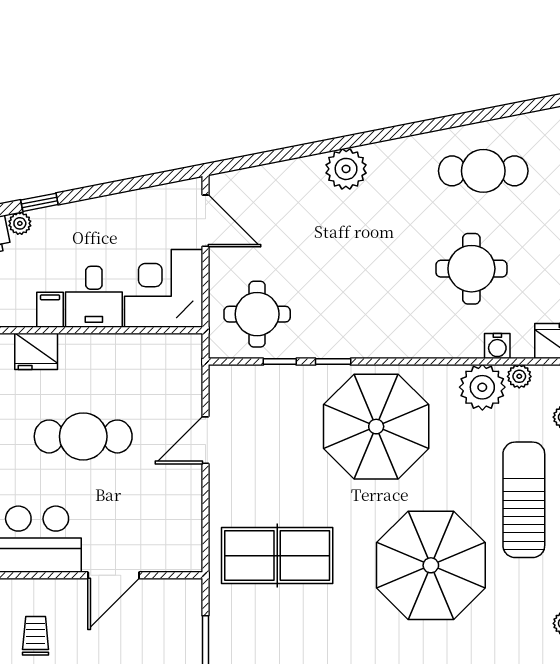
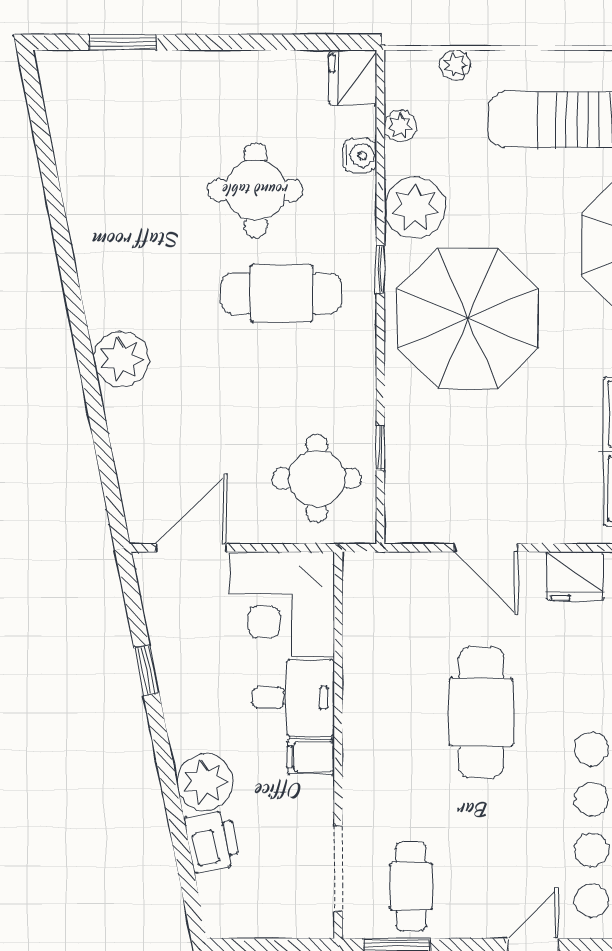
cafe table: (483, 171) -> (281, 294), moved, turned 90
window: (39, 202) -> (147, 671), moved
plant: (20, 223) -> (205, 782), width x1.88, depth x1.88
fridge: (36, 351) -> (575, 576), moved, turned 90
window: (333, 362) -> (380, 269), moved
plant: (482, 387) -> (415, 208), moved

